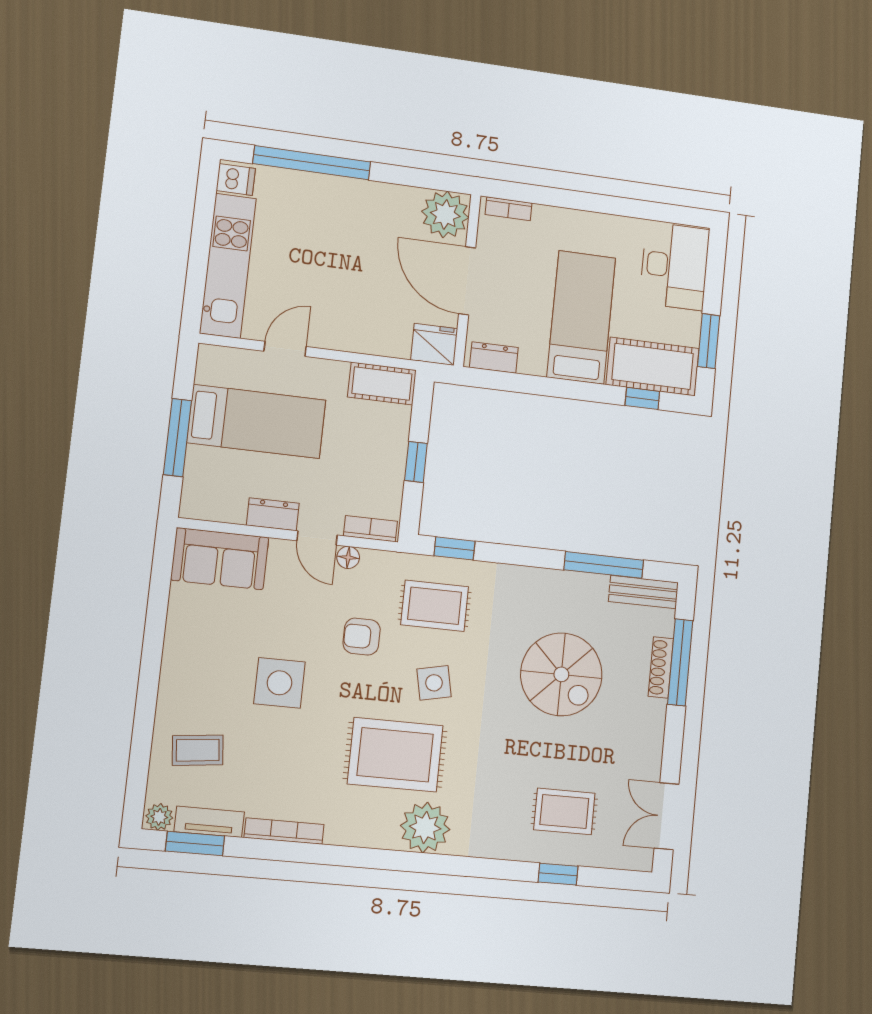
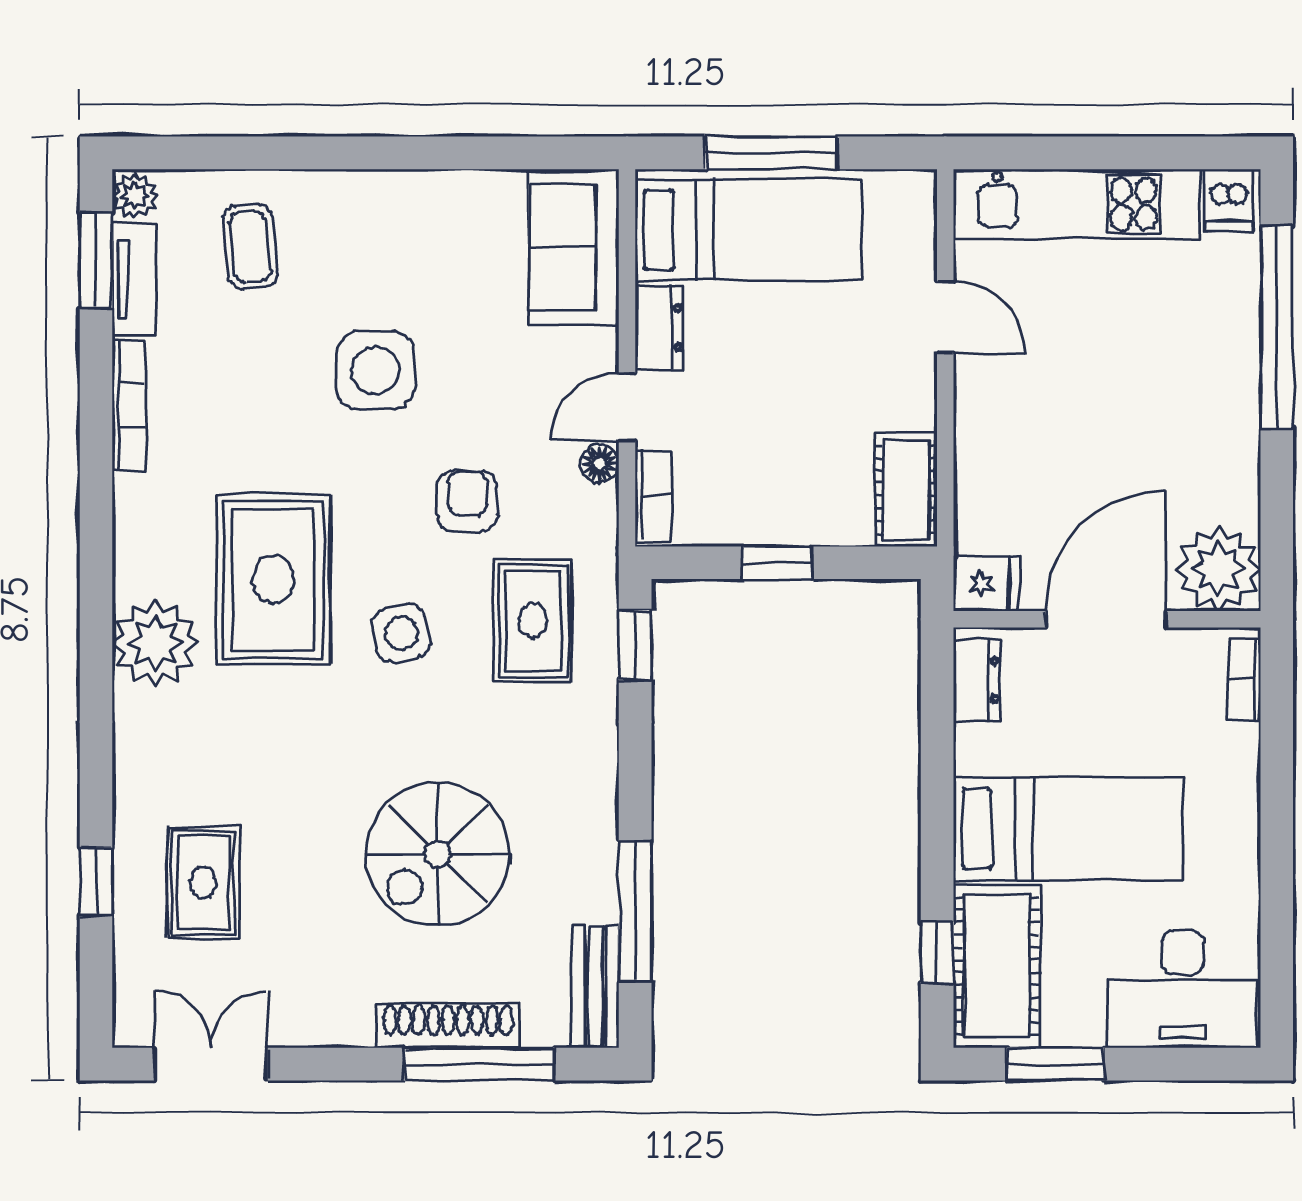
fridge: (434, 344) -> (986, 584), width x0.72
bed: (256, 421) -> (748, 230), moved, turned -90
shoe rack: (661, 668) -> (448, 1026), width x1.36, depth x1.24

